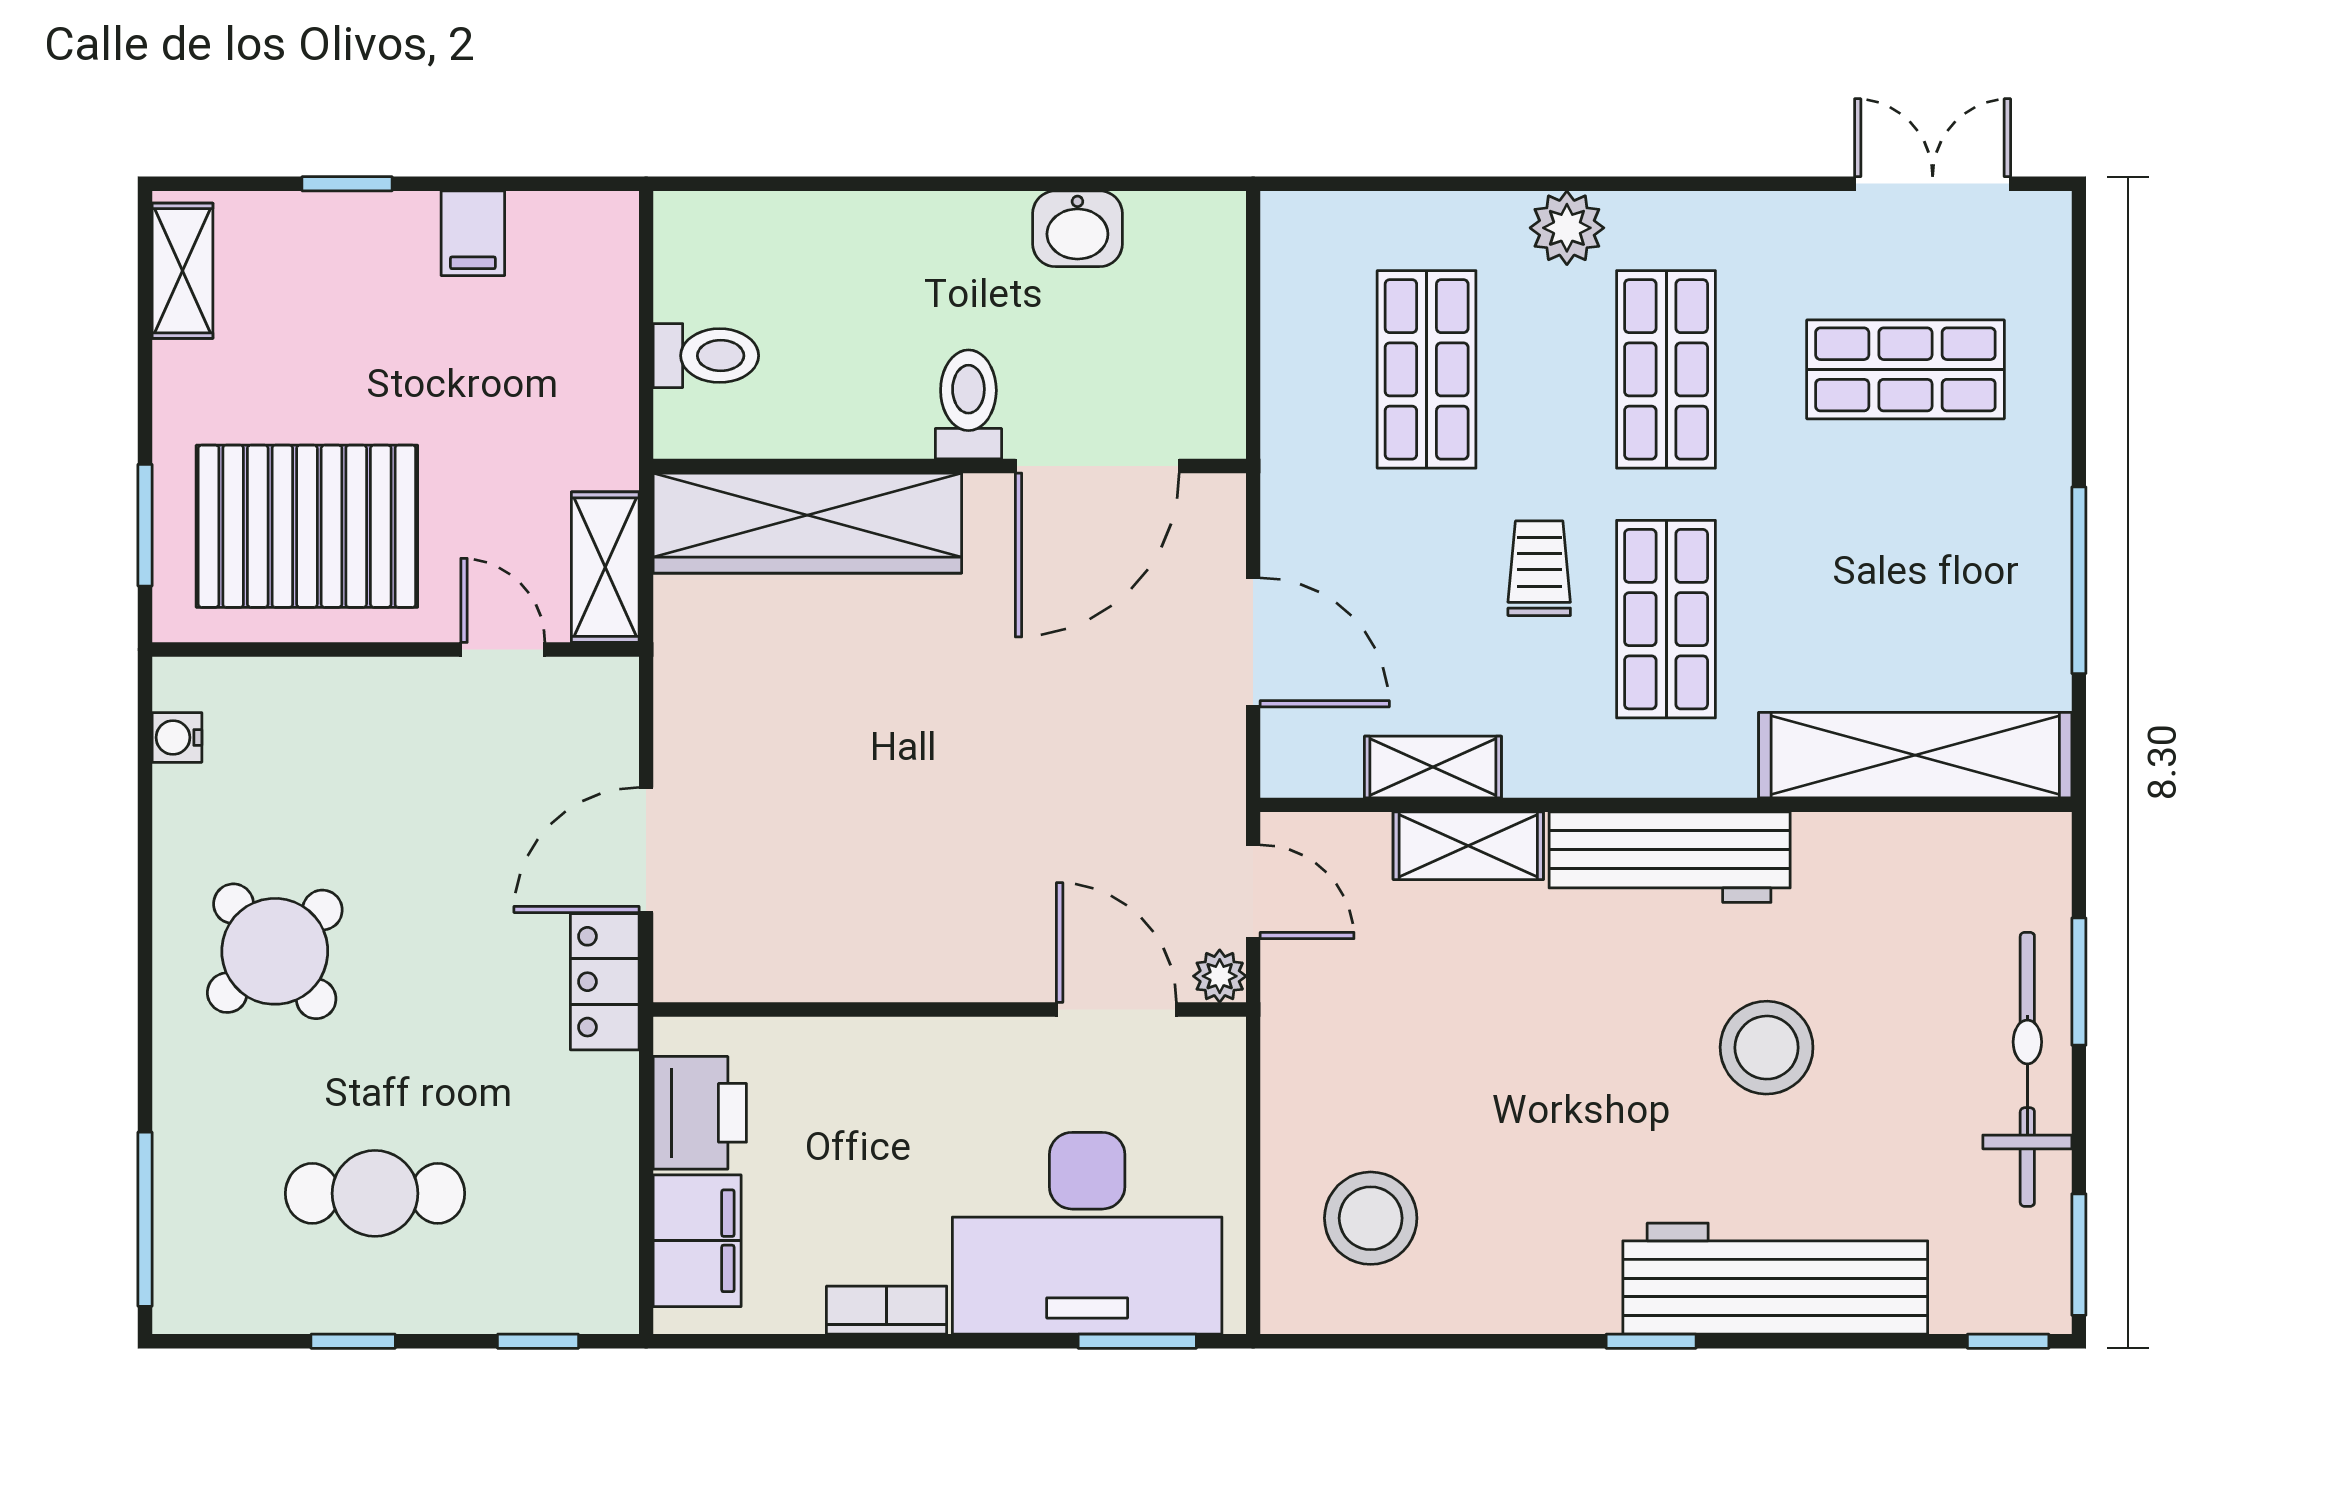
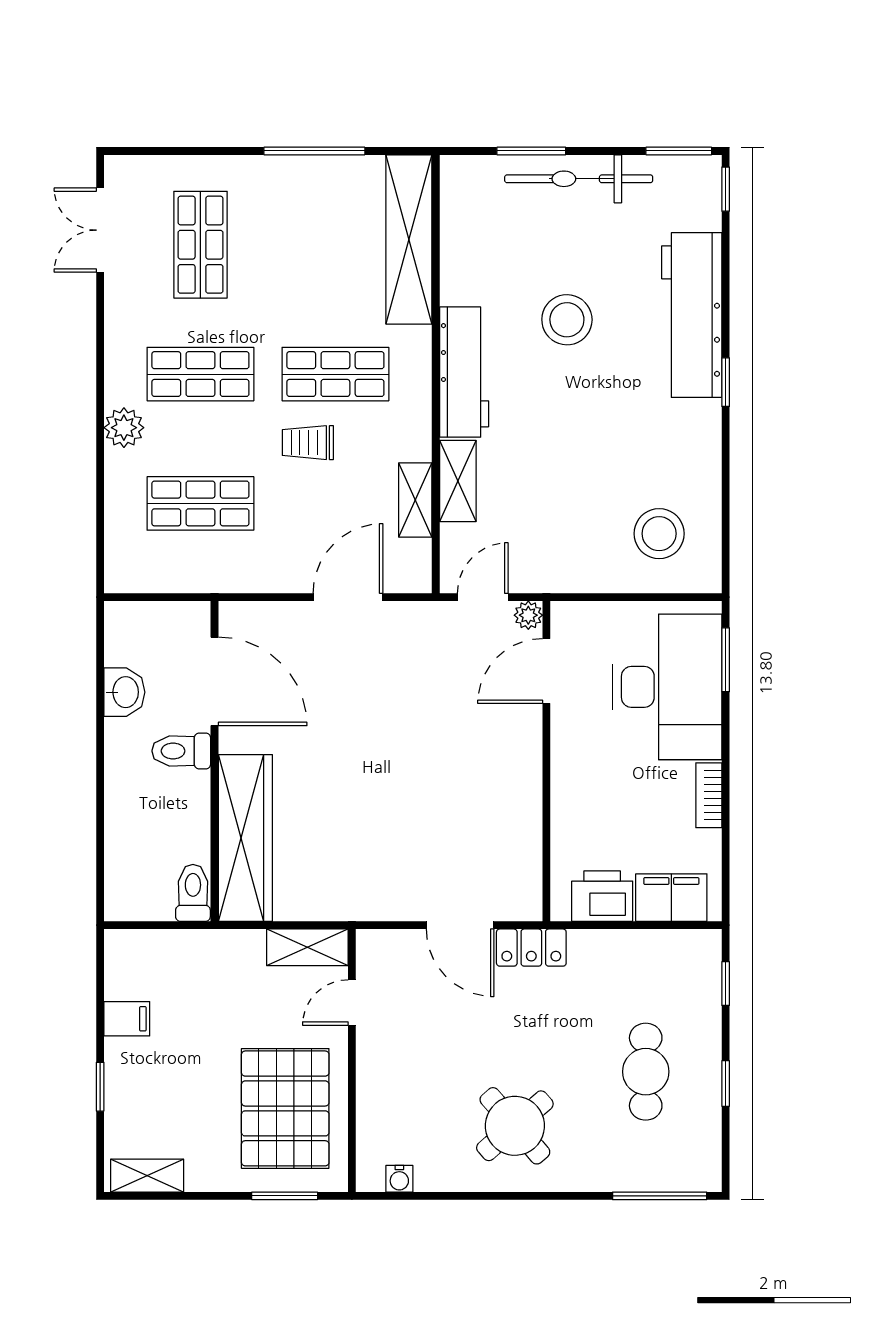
toilet: (968, 404) -> (181, 751), moved
wall: (950, 466) -> (215, 761), moved
door: (1097, 466) -> (215, 681), moved
wardrobe: (807, 523) -> (245, 838), moved

